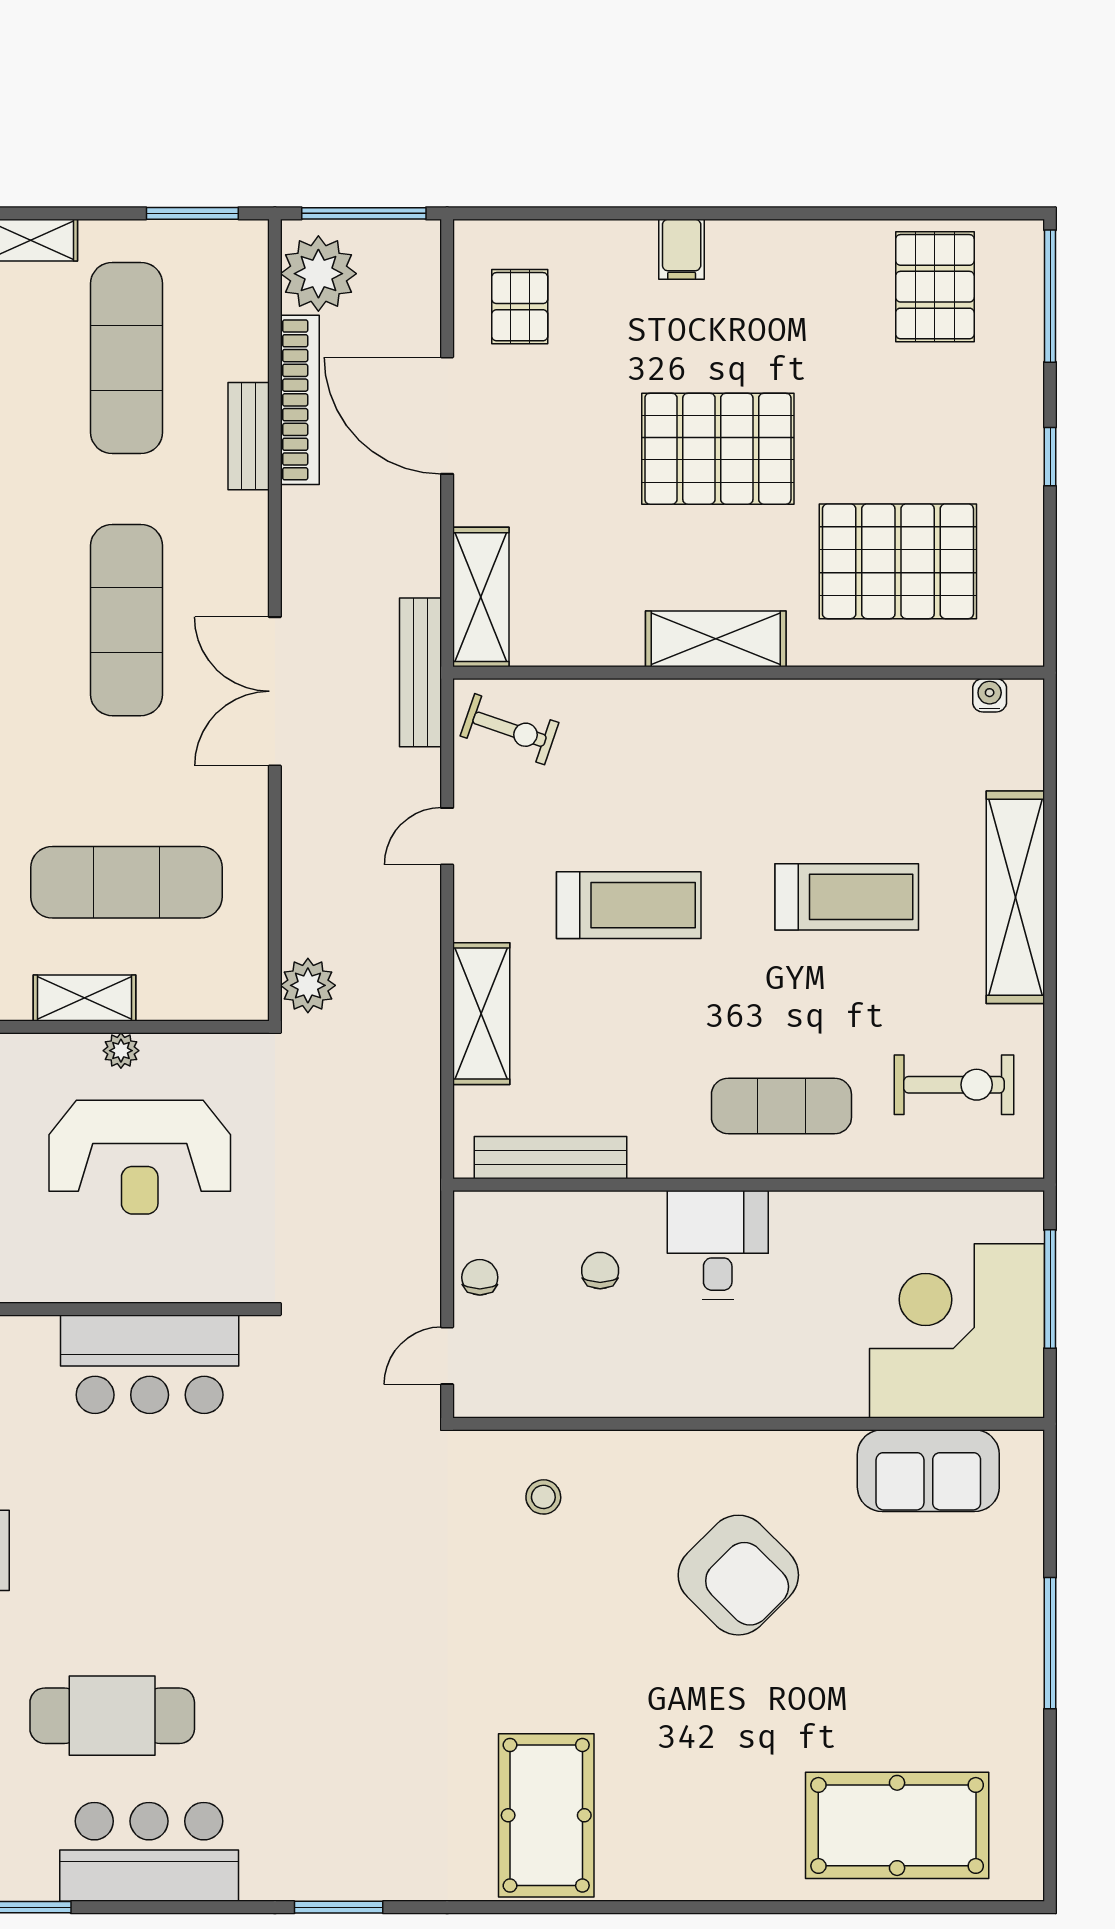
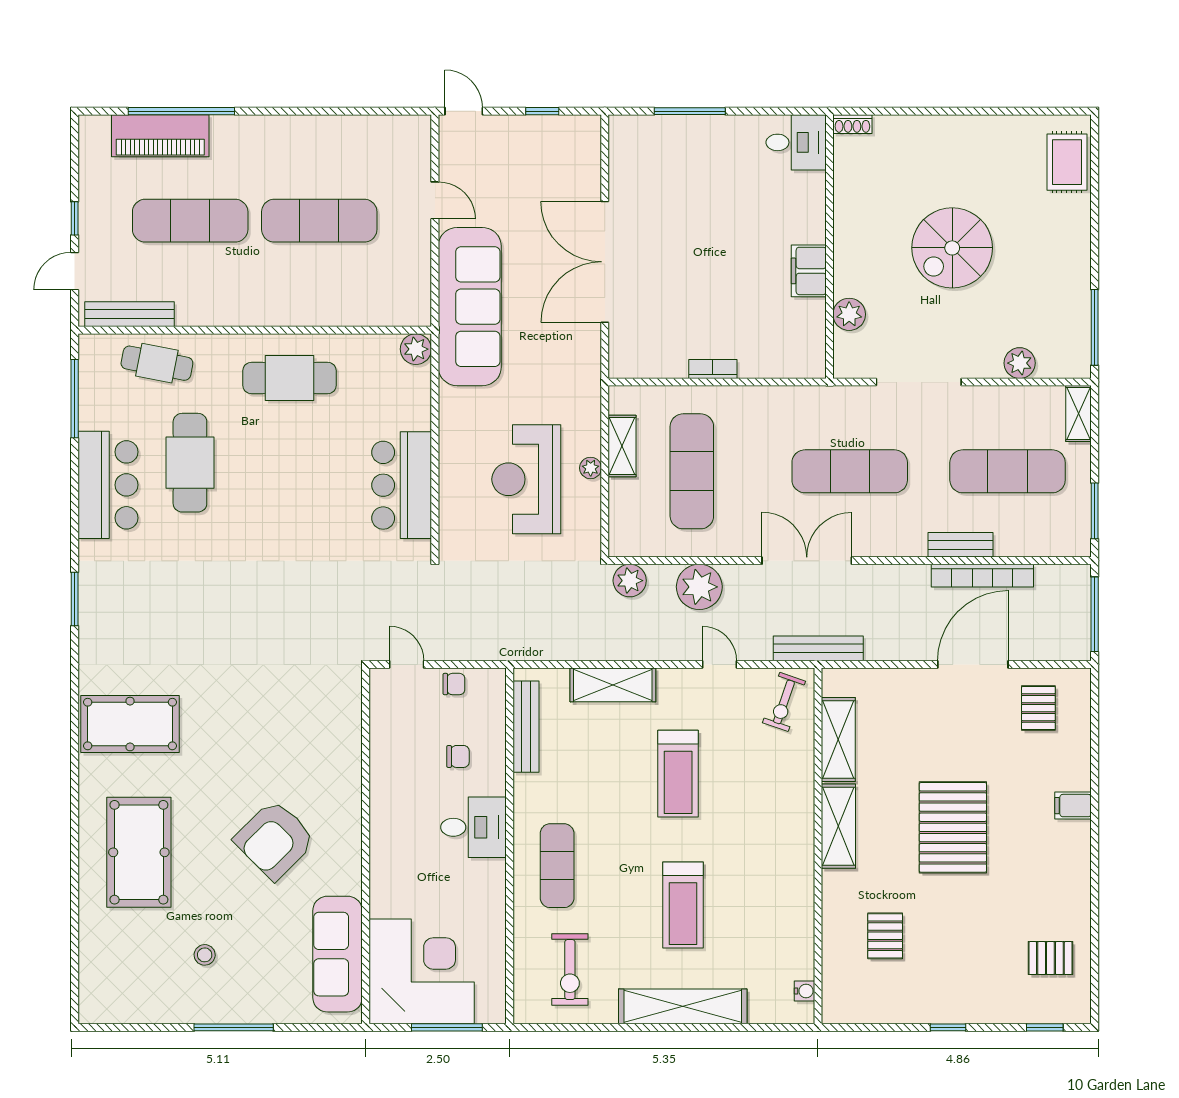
plant: (318, 274) -> (699, 587), moved
pallet: (935, 287) -> (1050, 958), width x0.67, depth x0.71
window: (1050, 296) -> (1045, 1027), width x0.46
pallet: (520, 307) -> (1038, 708), turned 90
pallet: (898, 561) -> (885, 936), width x0.49, depth x0.50
shelving: (481, 597) -> (838, 739), moved, turned 90
sofa: (928, 1471) -> (338, 954), width x1.36
stool: (543, 1497) -> (205, 955), moved
pool table: (897, 1825) -> (139, 852), moved

